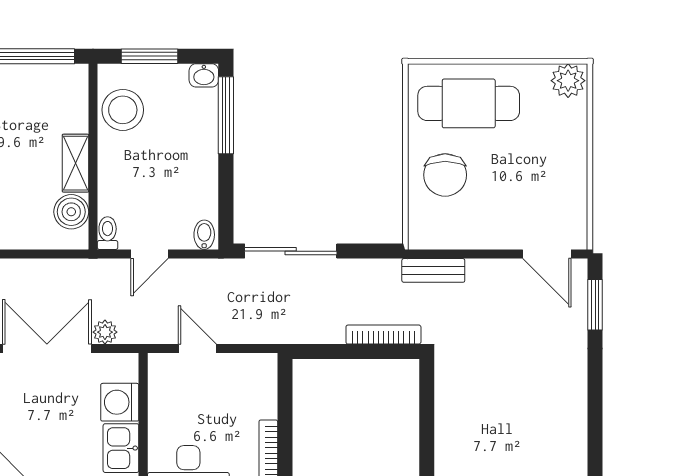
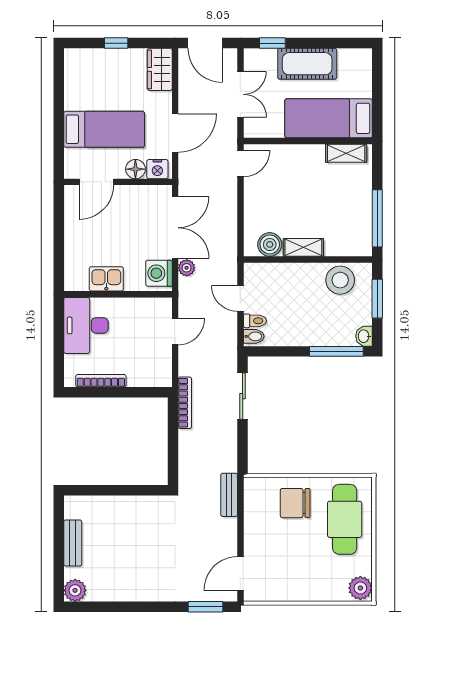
toilet: (108, 233) -> (255, 321), moved
sliding door: (291, 251) -> (243, 396), width x0.73
bookcase: (383, 335) -> (185, 403), moved
washing machine: (120, 402) -> (159, 273), moved, turned -90

